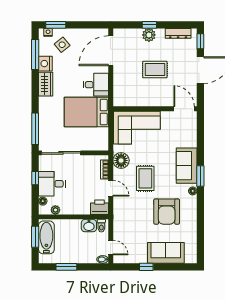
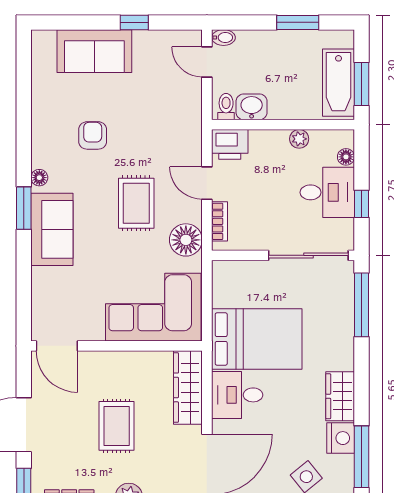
rug: (155, 70) -> (117, 426), turned 90
wardrobe: (120, 88) -> (188, 387), added
plant: (55, 210) -> (299, 139), moved
armchair: (167, 212) -> (93, 135), width x0.53, depth x0.53

